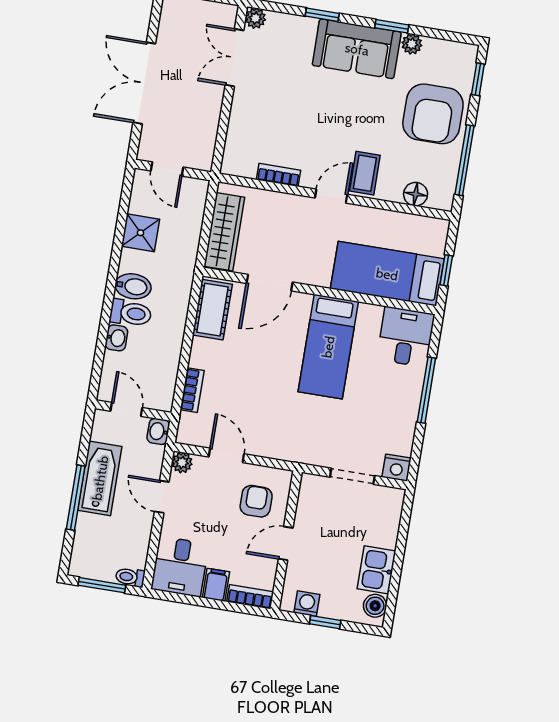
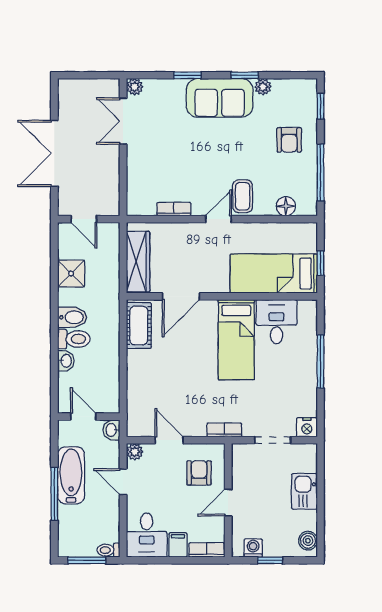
armchair: (433, 114) -> (289, 140), width x0.53, depth x0.53
desk: (406, 337) -> (276, 322), moved
bookcase: (192, 390) -> (224, 430), moved, turned -90
kitchen sink: (377, 570) -> (304, 491), moved

